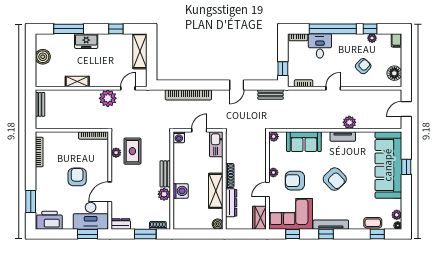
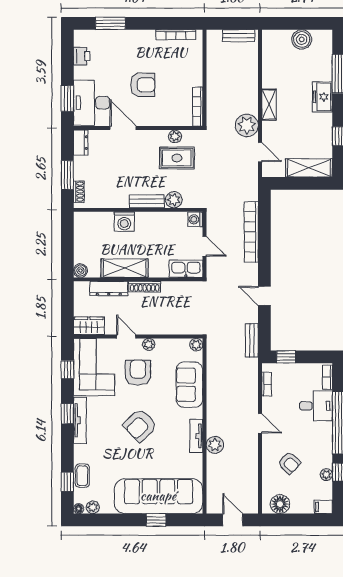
shelving: (77, 81) -> (269, 105), moved
plant: (164, 194) -> (174, 200), moved
printer: (50, 220) -> (82, 56), width x0.53, depth x0.68

